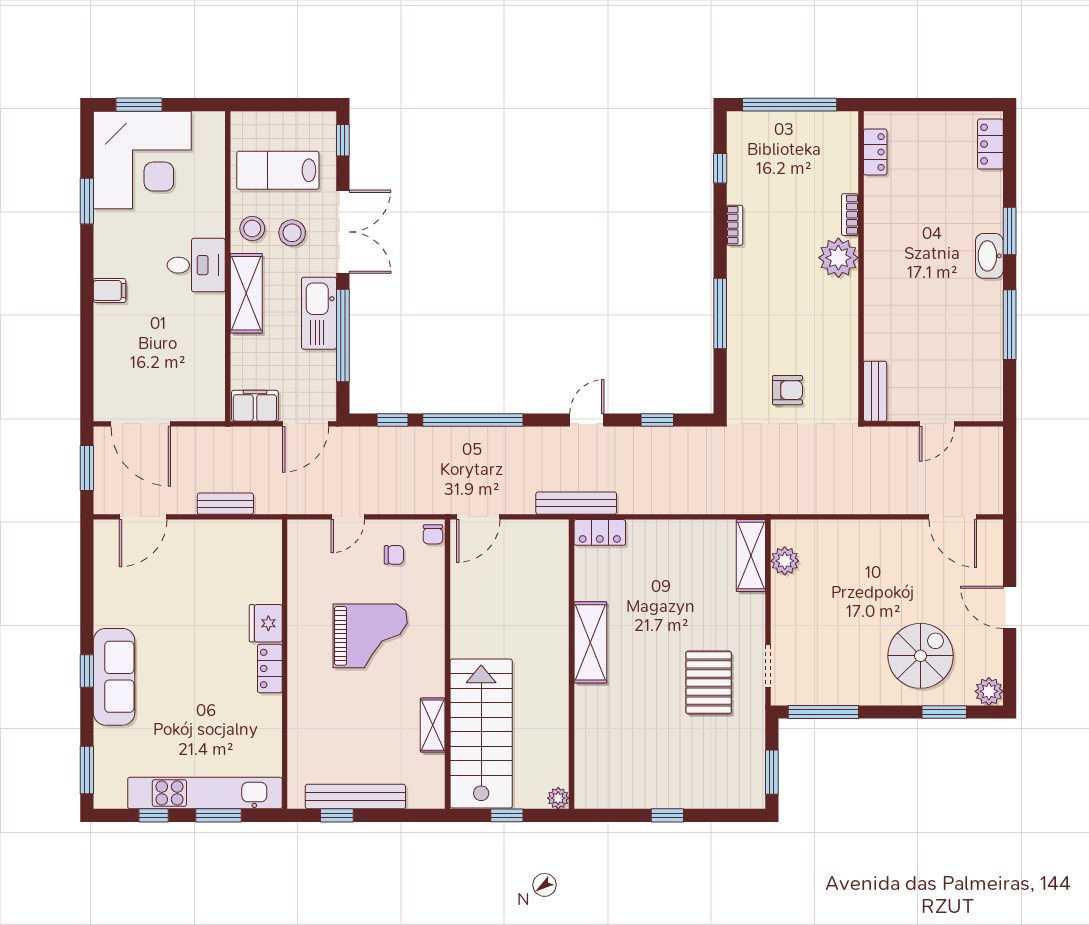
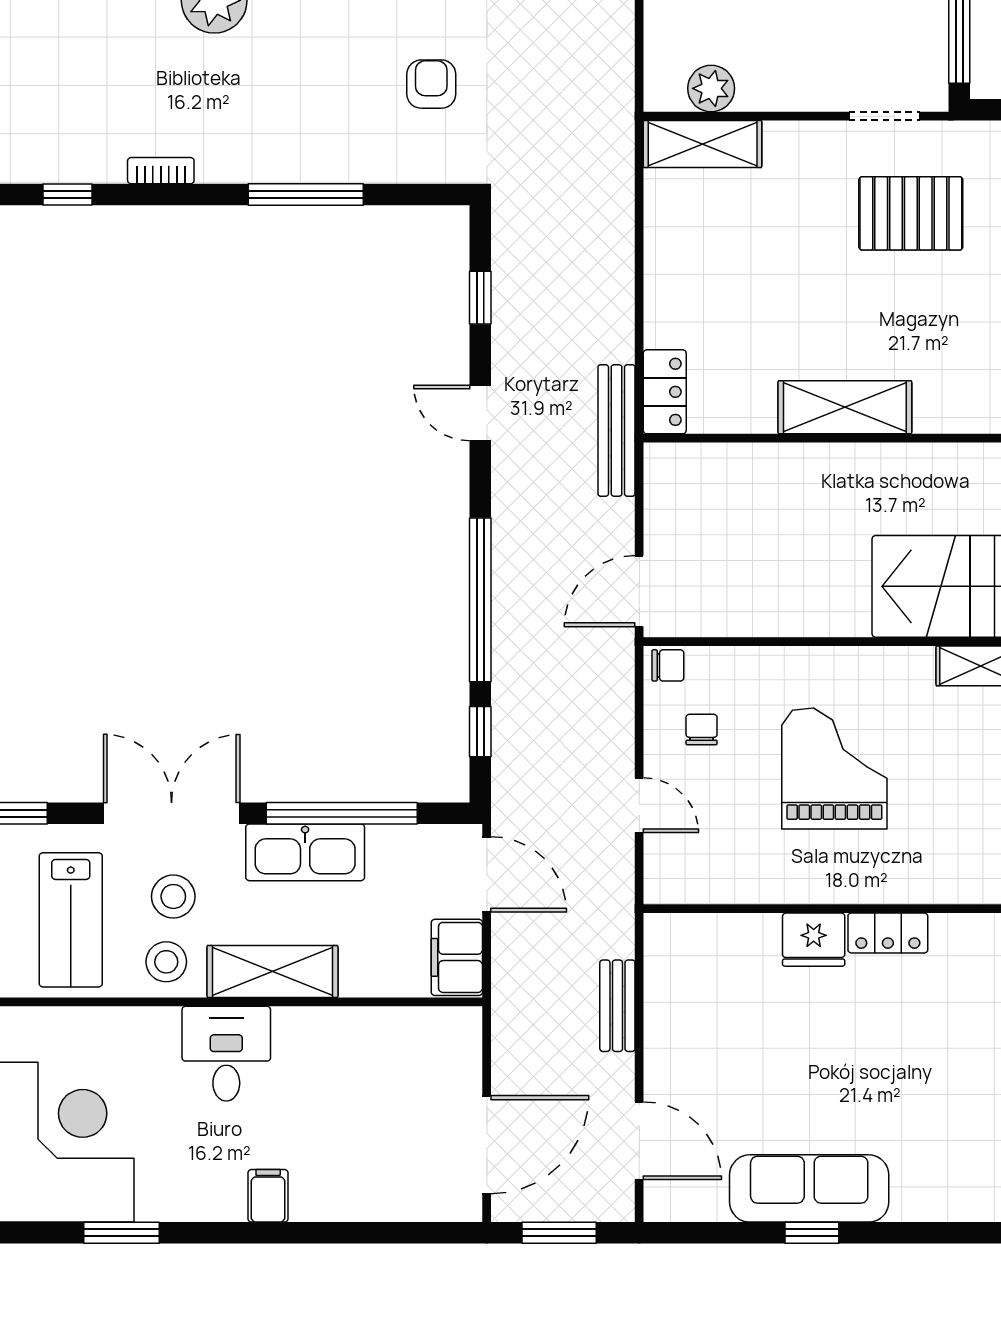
door: (478, 517) -> (639, 591), swing flipped
window: (87, 671) -> (812, 1233), moved
sofa: (114, 677) -> (809, 1188), moved

